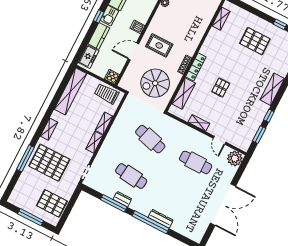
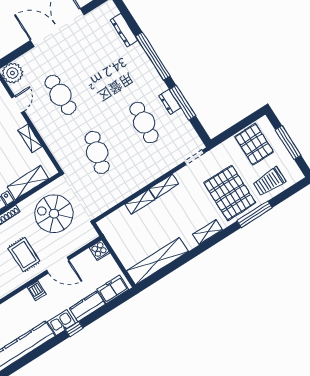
spiral stairs: (155, 83) -> (54, 214), turned 180
trolley: (107, 94) -> (269, 182), moved, turned 90
dresser: (161, 219) -> (124, 30), moved

